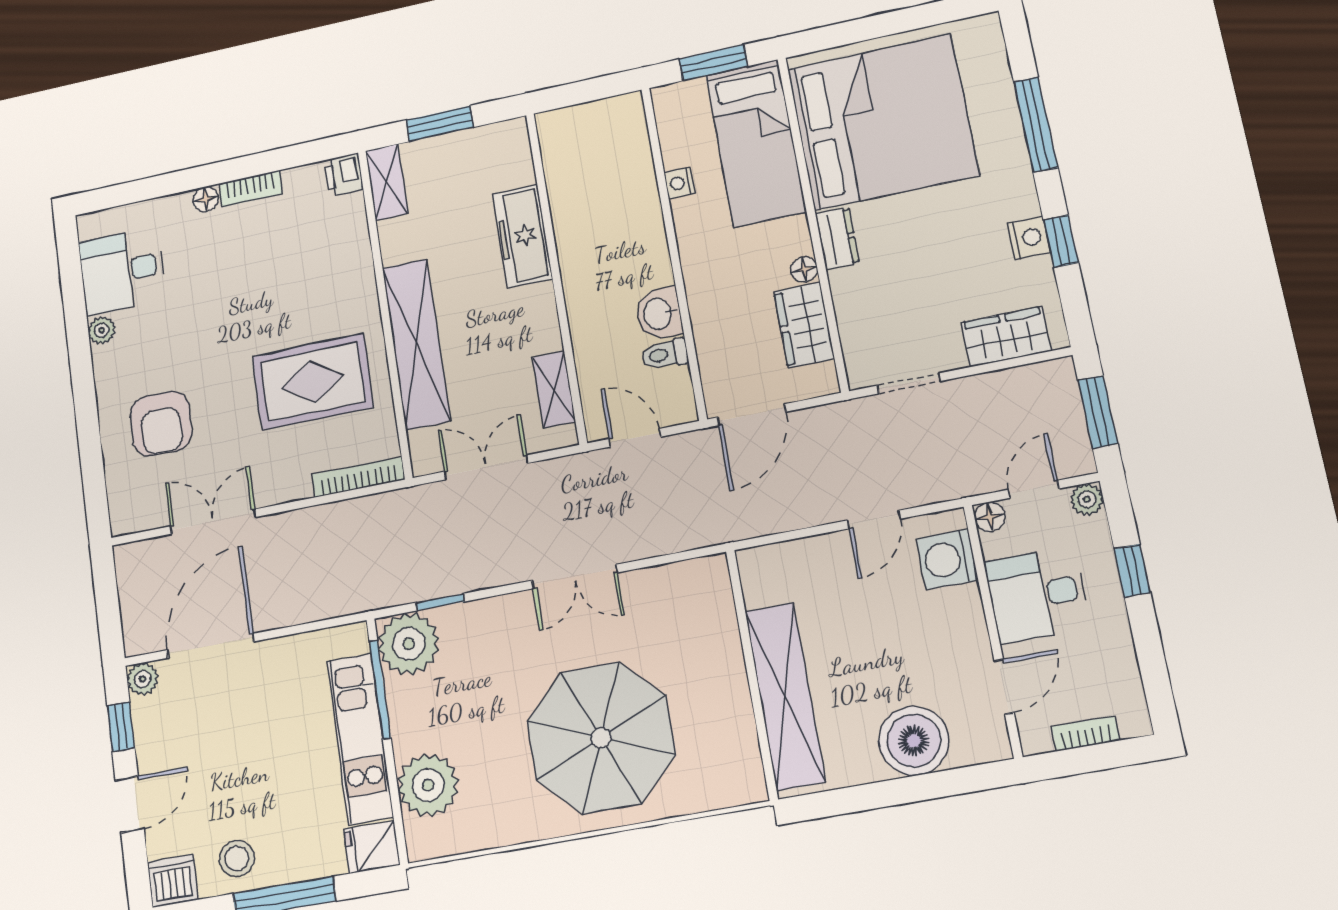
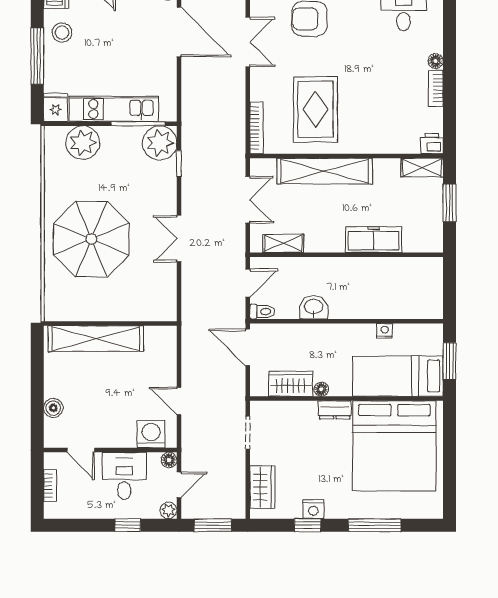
toilet: (665, 354) -> (262, 312), moved, turned 90
door: (1033, 489) -> (179, 485), hinge flipped
boiler: (914, 741) -> (53, 408), width x0.54, depth x0.54

